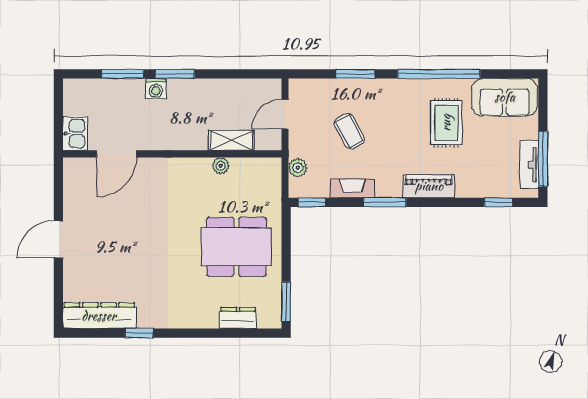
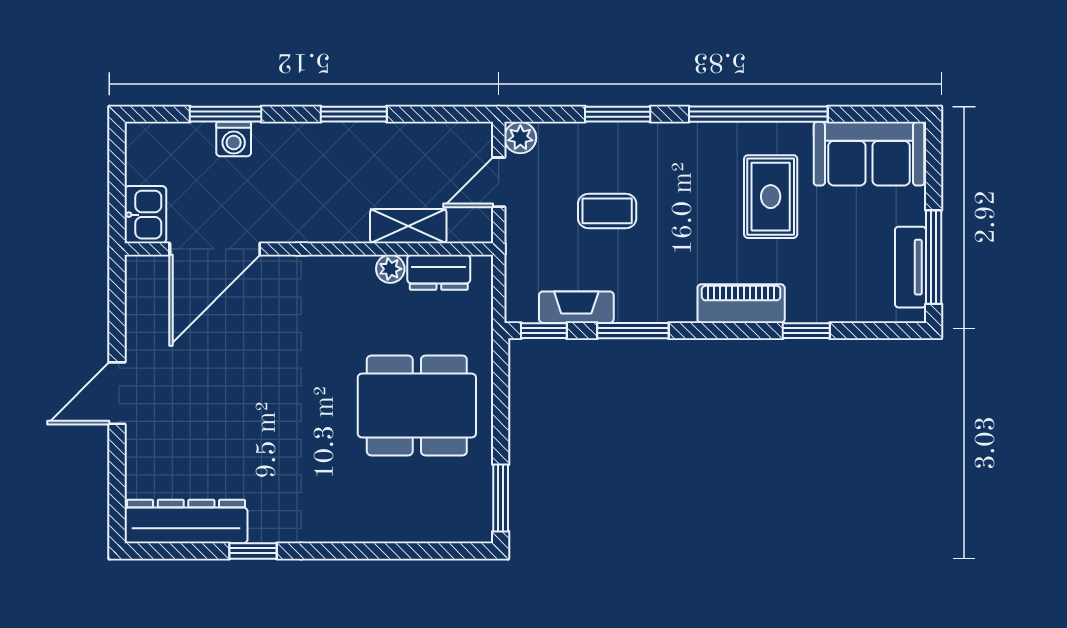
window: (175, 74) -> (354, 114), moved
washing machine: (156, 89) -> (234, 139), moved
coffee table: (349, 131) -> (607, 211), turned -61
door: (117, 154) -> (215, 249), width x1.36
plant: (298, 168) -> (520, 138), moved
fireplace: (352, 188) -> (576, 307), moved
window: (385, 202) -> (633, 331), moved
window: (498, 202) -> (806, 331), moved
dresser: (238, 318) -> (439, 272), moved, turned 180

